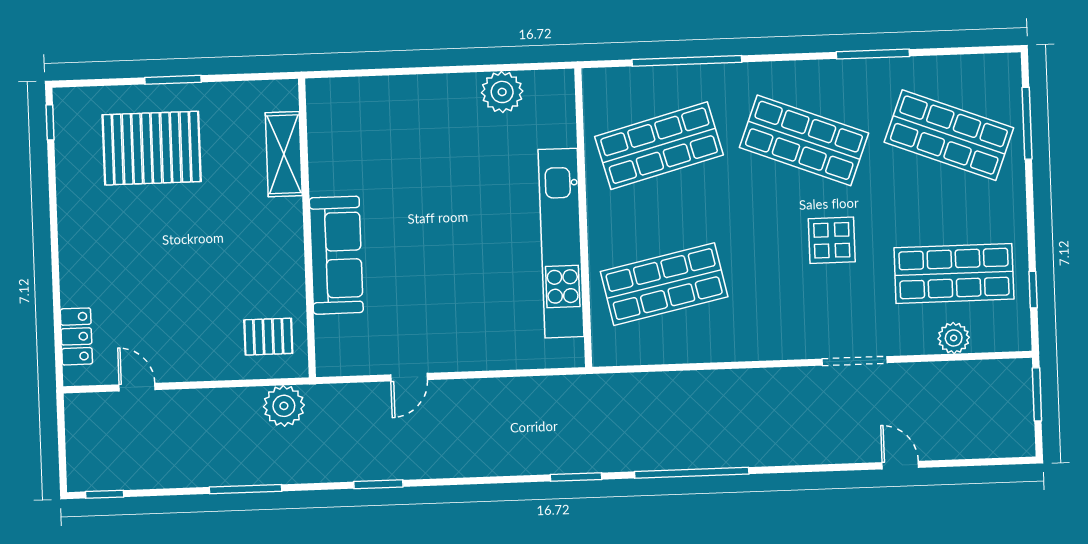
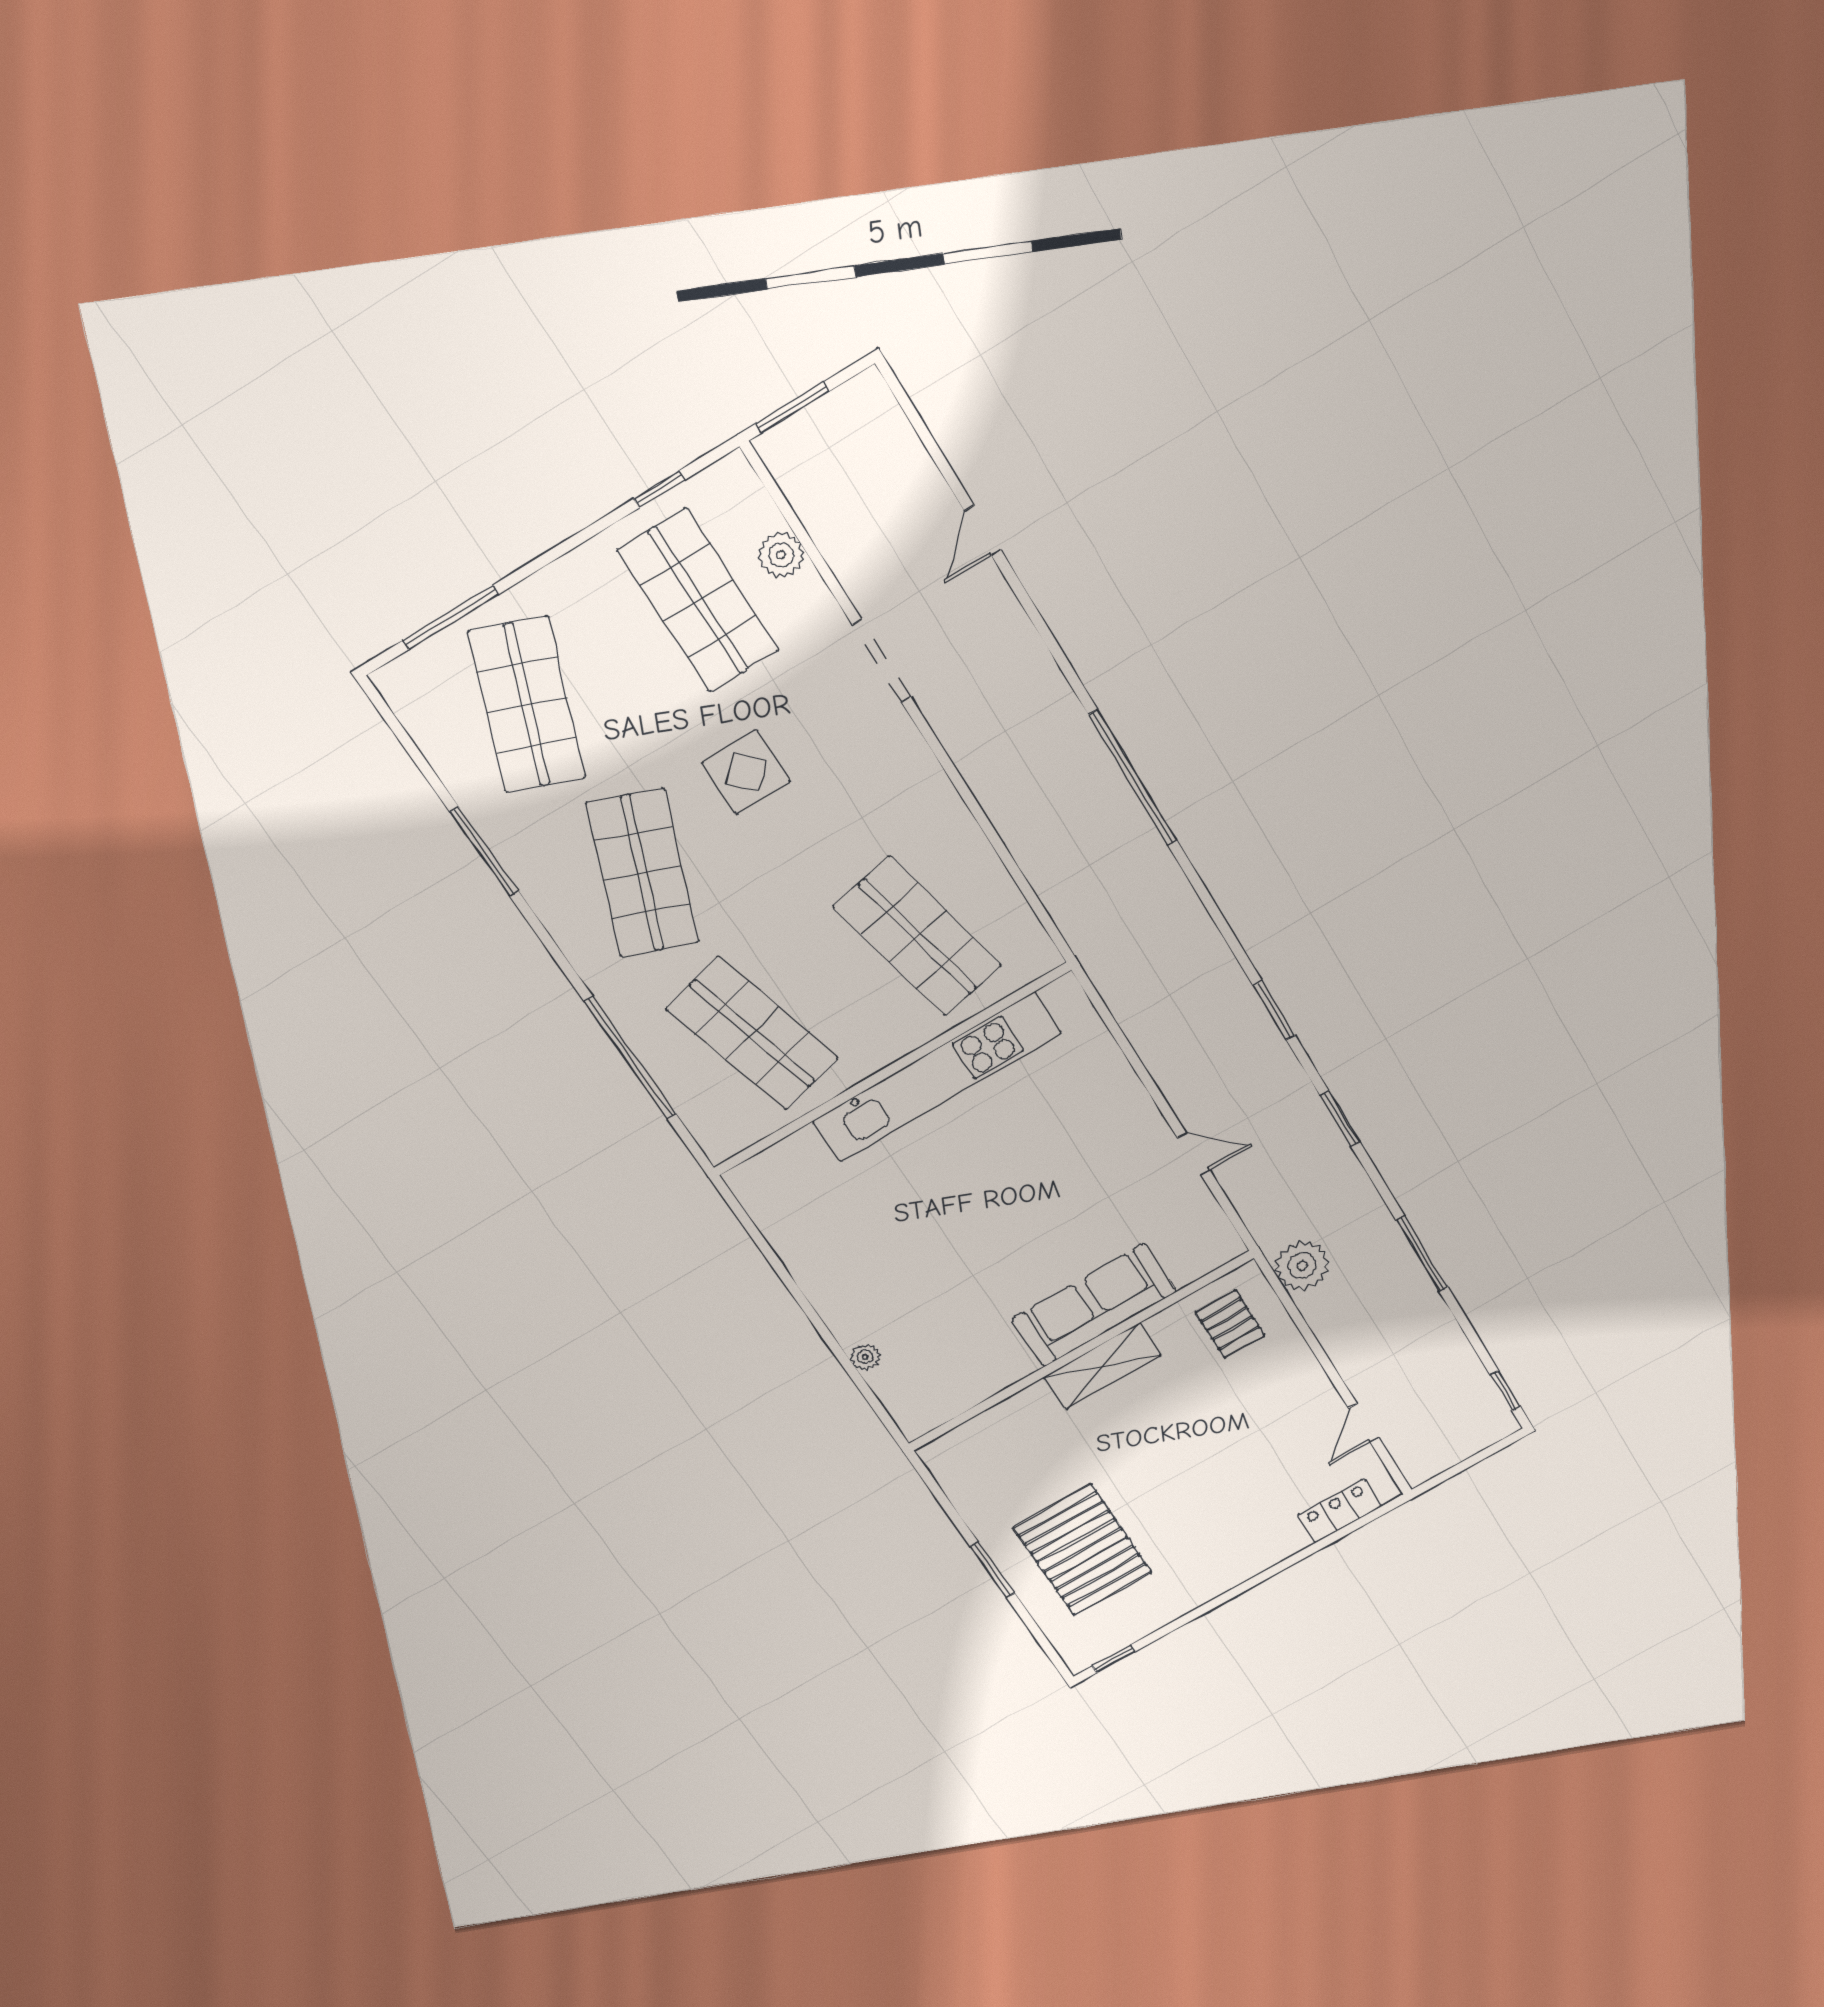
plant: (502, 92) -> (865, 1357), moved, width x0.53, depth x0.53
shelving: (284, 154) -> (1102, 1366), moved
window: (576, 477) -> (1274, 1010), moved

